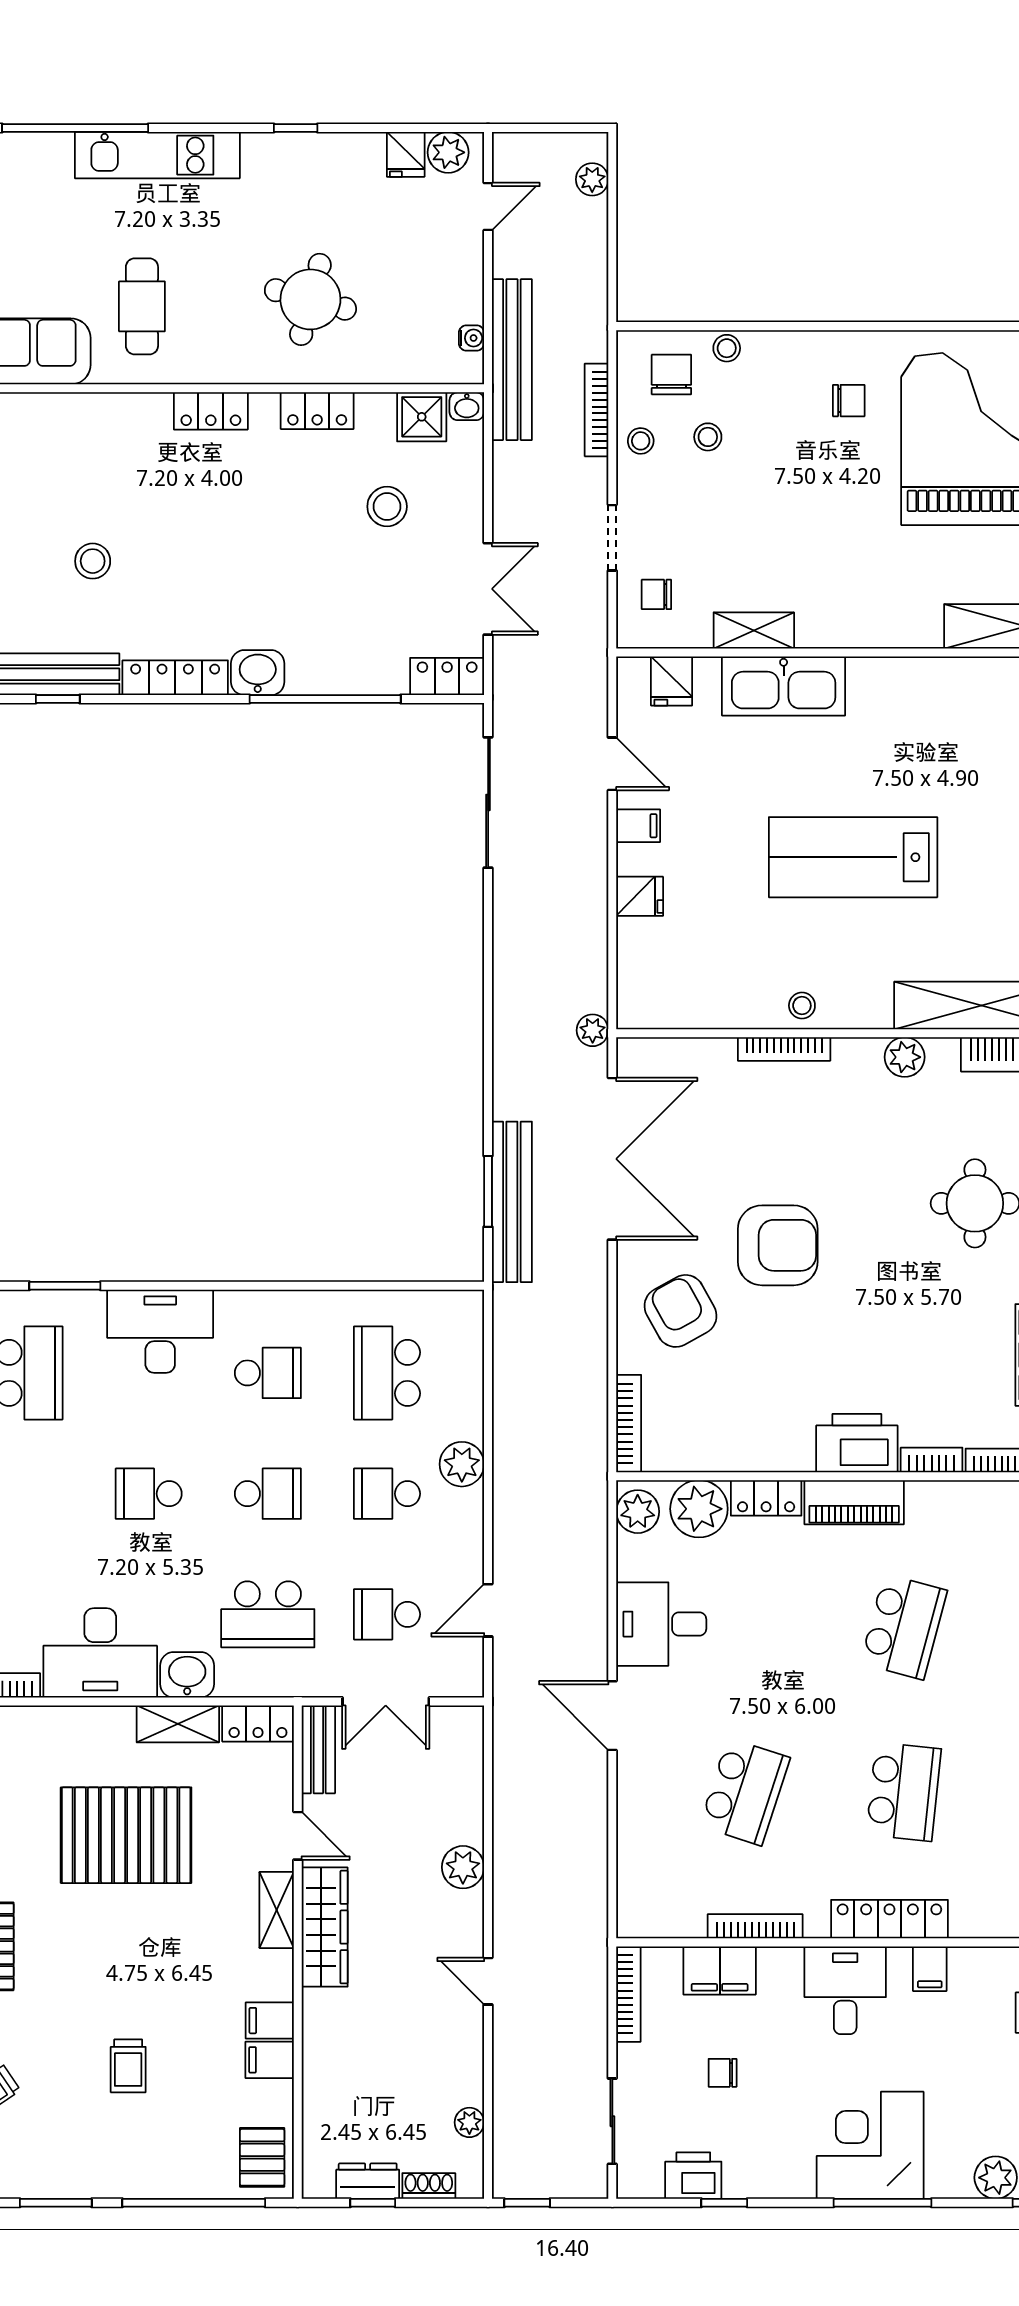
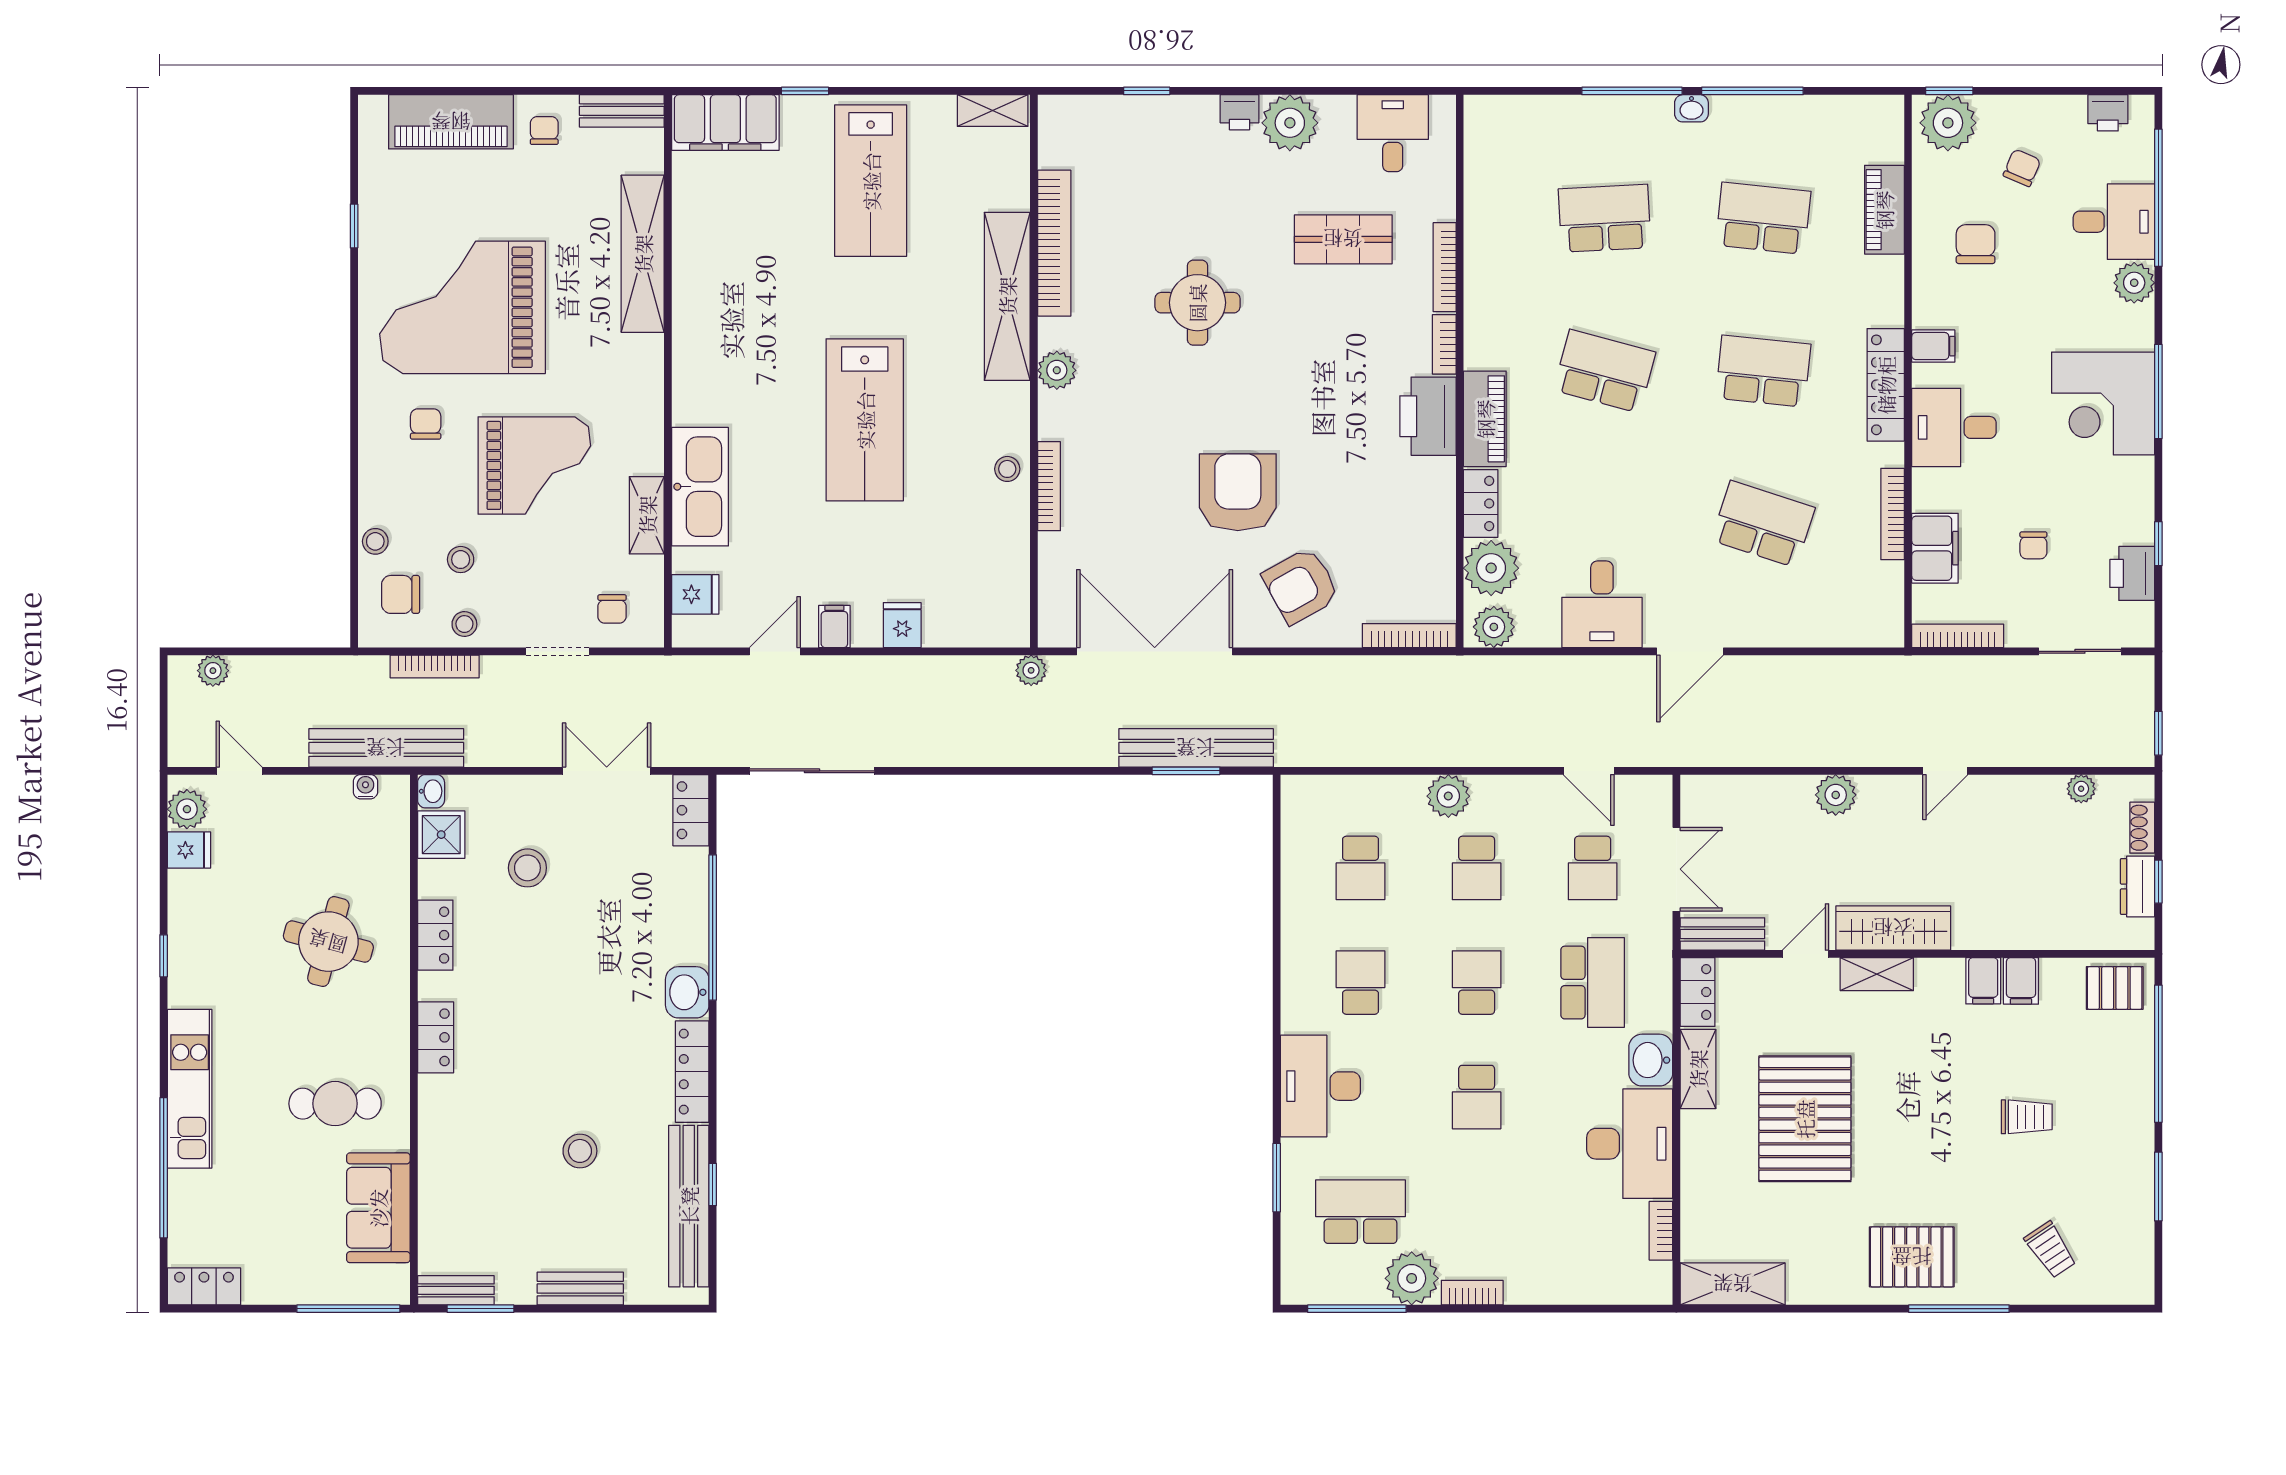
grand piano: (806, 514) -> (534, 465), added
school desk: (387, 1373) -> (1360, 868), width x0.54

